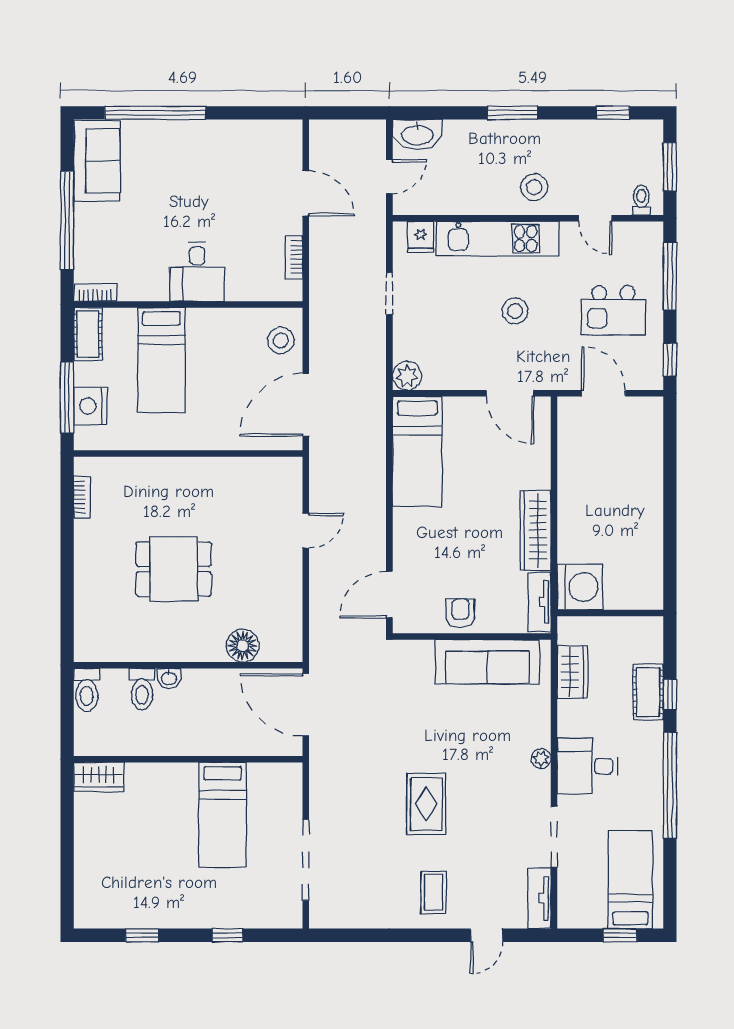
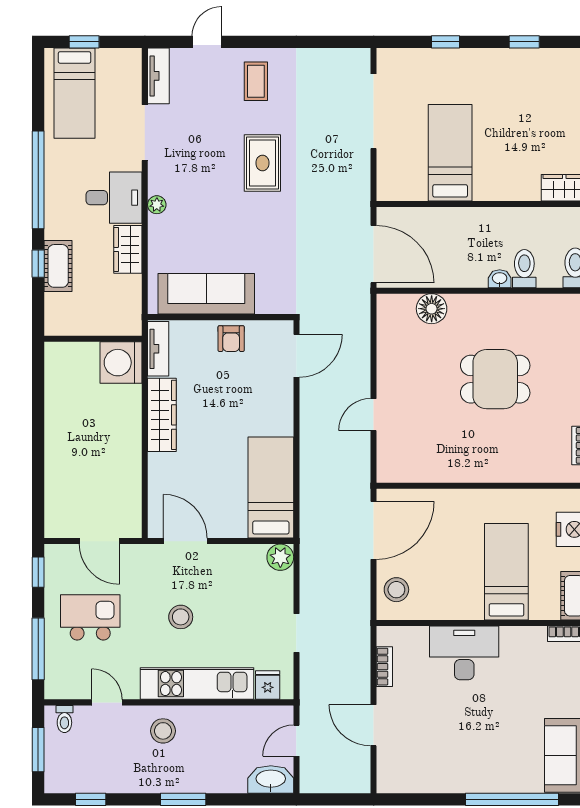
desk: (197, 272) -> (464, 653), width x1.37
wardrobe: (572, 672) -> (128, 249), moved

